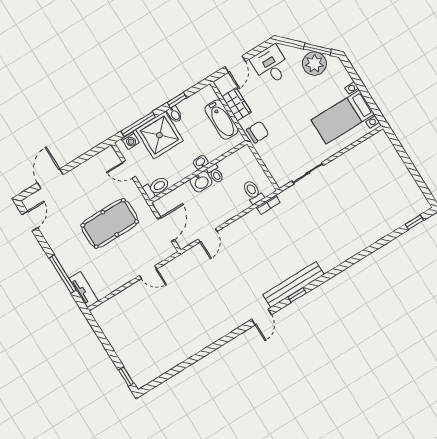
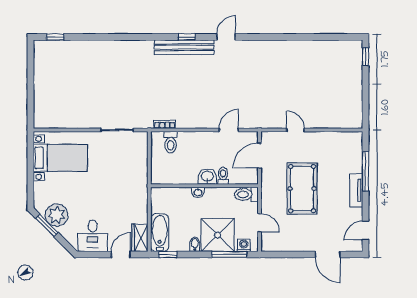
window: (177, 100) -> (168, 254), moved
wardrobe: (237, 104) -> (140, 238), moved
bathtub: (222, 120) -> (160, 233), moved
chair: (258, 132) -> (137, 188), removed
toilet: (215, 174) -> (223, 176), moved
door: (50, 179) -> (328, 254), hinge flipped
pool table: (110, 223) -> (302, 189), turned 90
tv unit: (84, 290) -> (356, 190), moved

